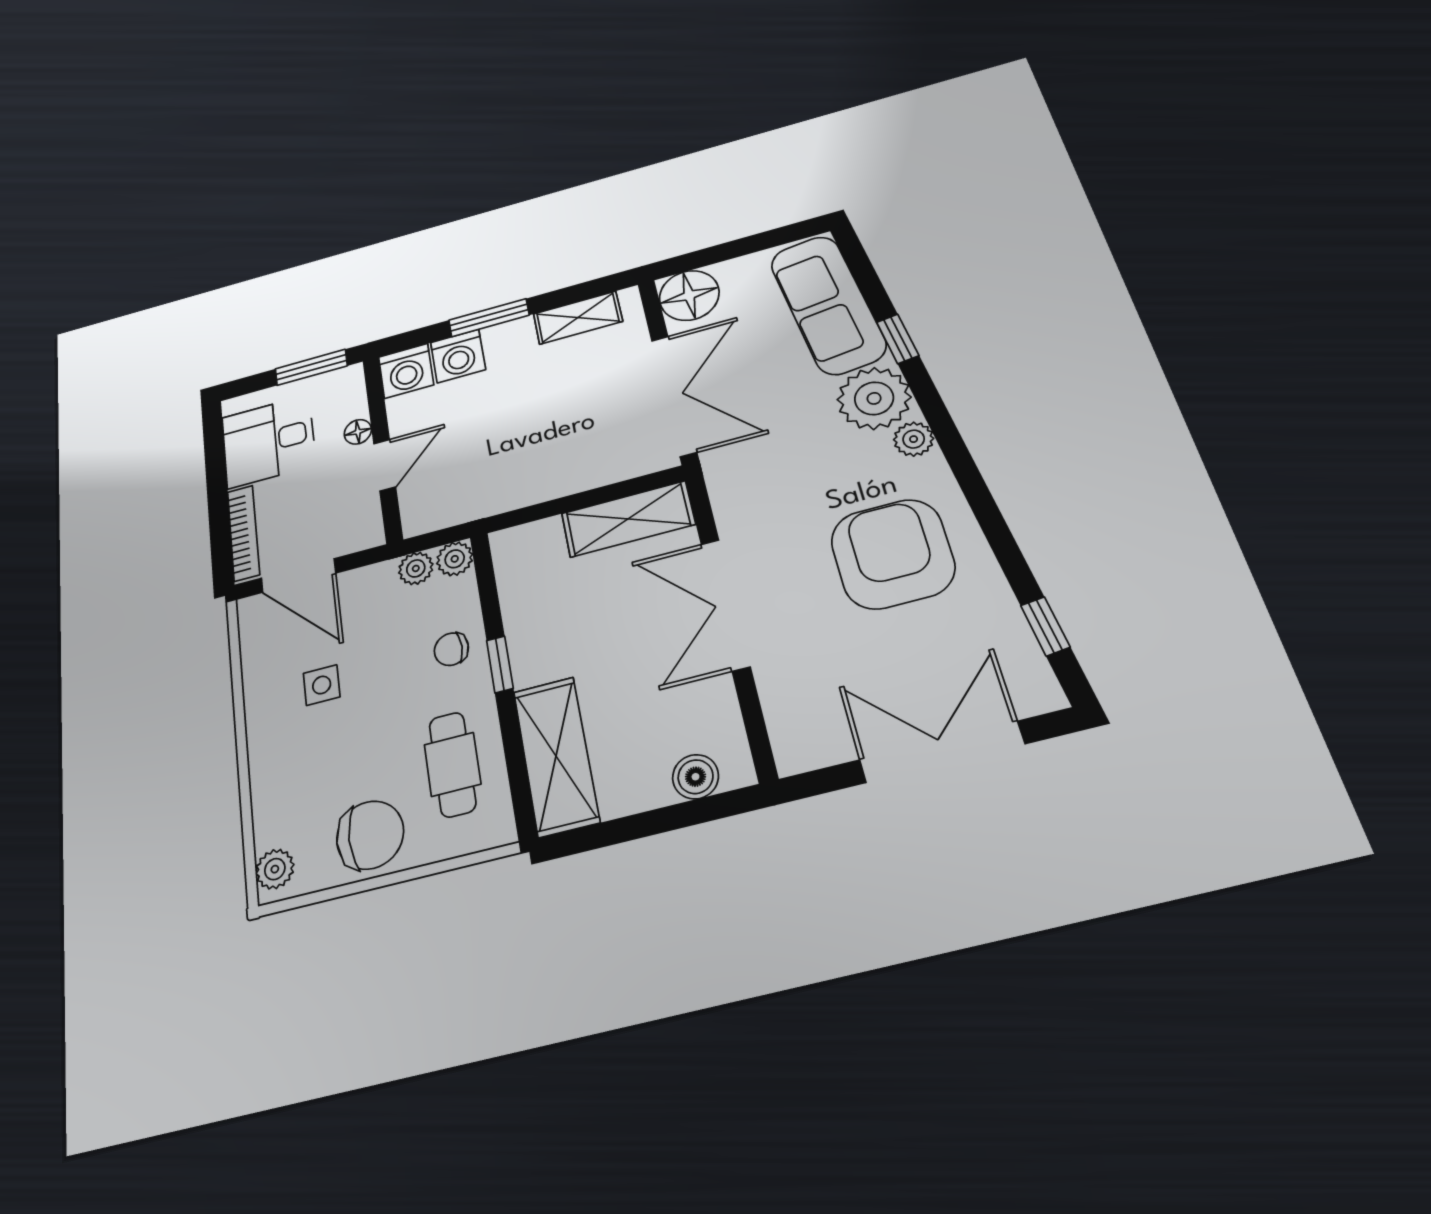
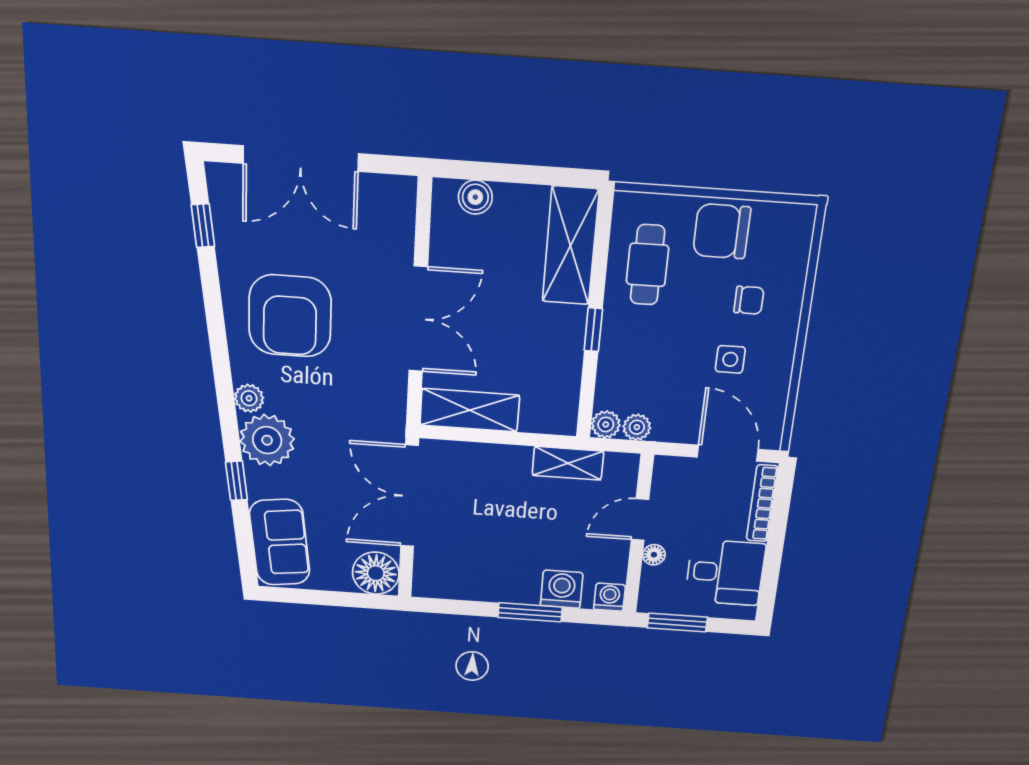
sofa: (828, 304) -> (280, 542), width x0.73
shelving: (578, 318) -> (568, 463), moved
washing machine: (406, 371) -> (610, 597), width x0.73, depth x0.73
chair: (451, 649) -> (749, 300), moved
plant: (275, 869) -> (799, 228), removed

